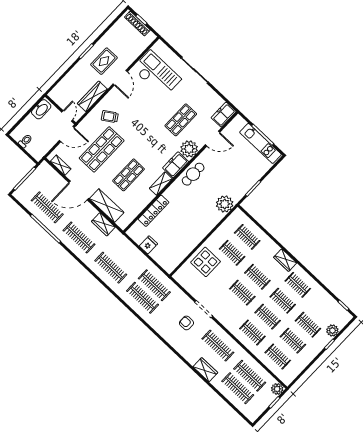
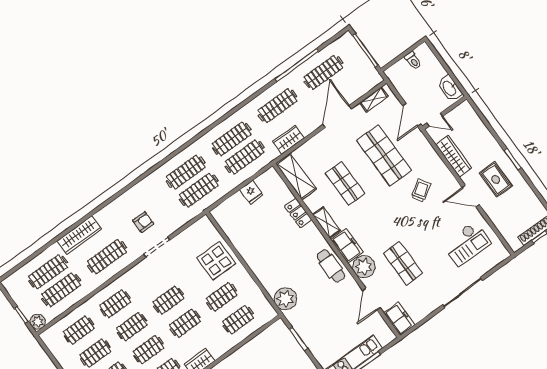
checkout: (157, 74) -> (467, 244), width x0.73, depth x0.83
trolley: (110, 117) -> (421, 191), moved
shelving: (107, 206) -> (296, 176), moved, turned 90
locker: (153, 211) -> (298, 213), width x0.66
clothes rail: (123, 255) -> (245, 157), added
wardrobe: (205, 370) -> (79, 235), width x1.50

